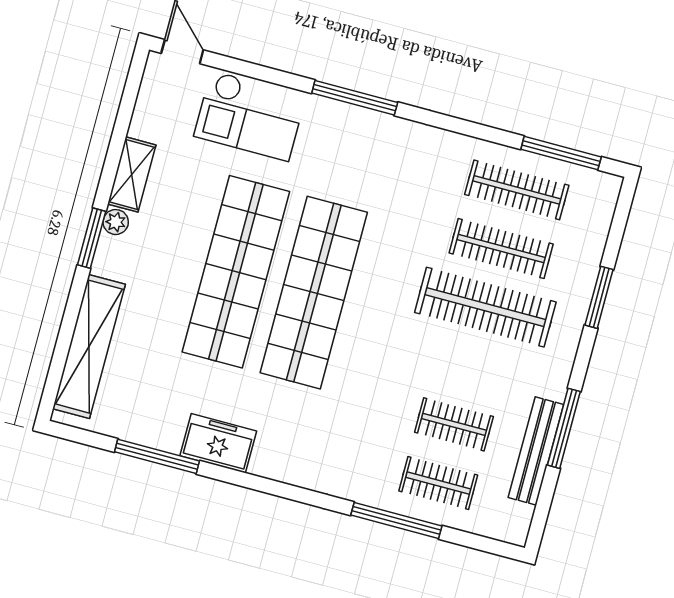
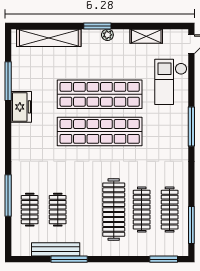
shelving: (132, 174) -> (146, 36), moved
window: (599, 297) -> (164, 259), moved

